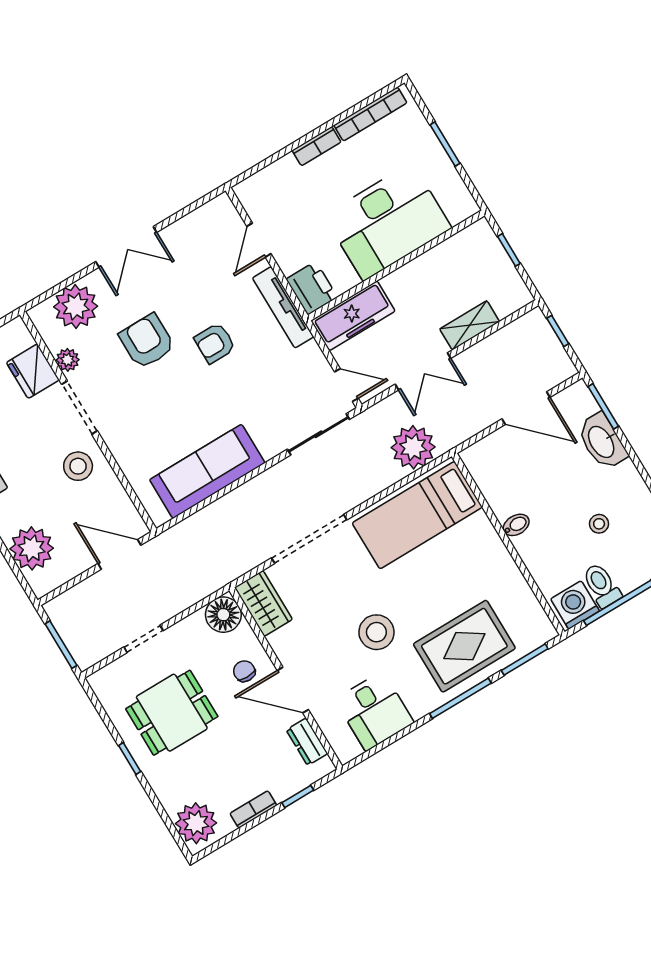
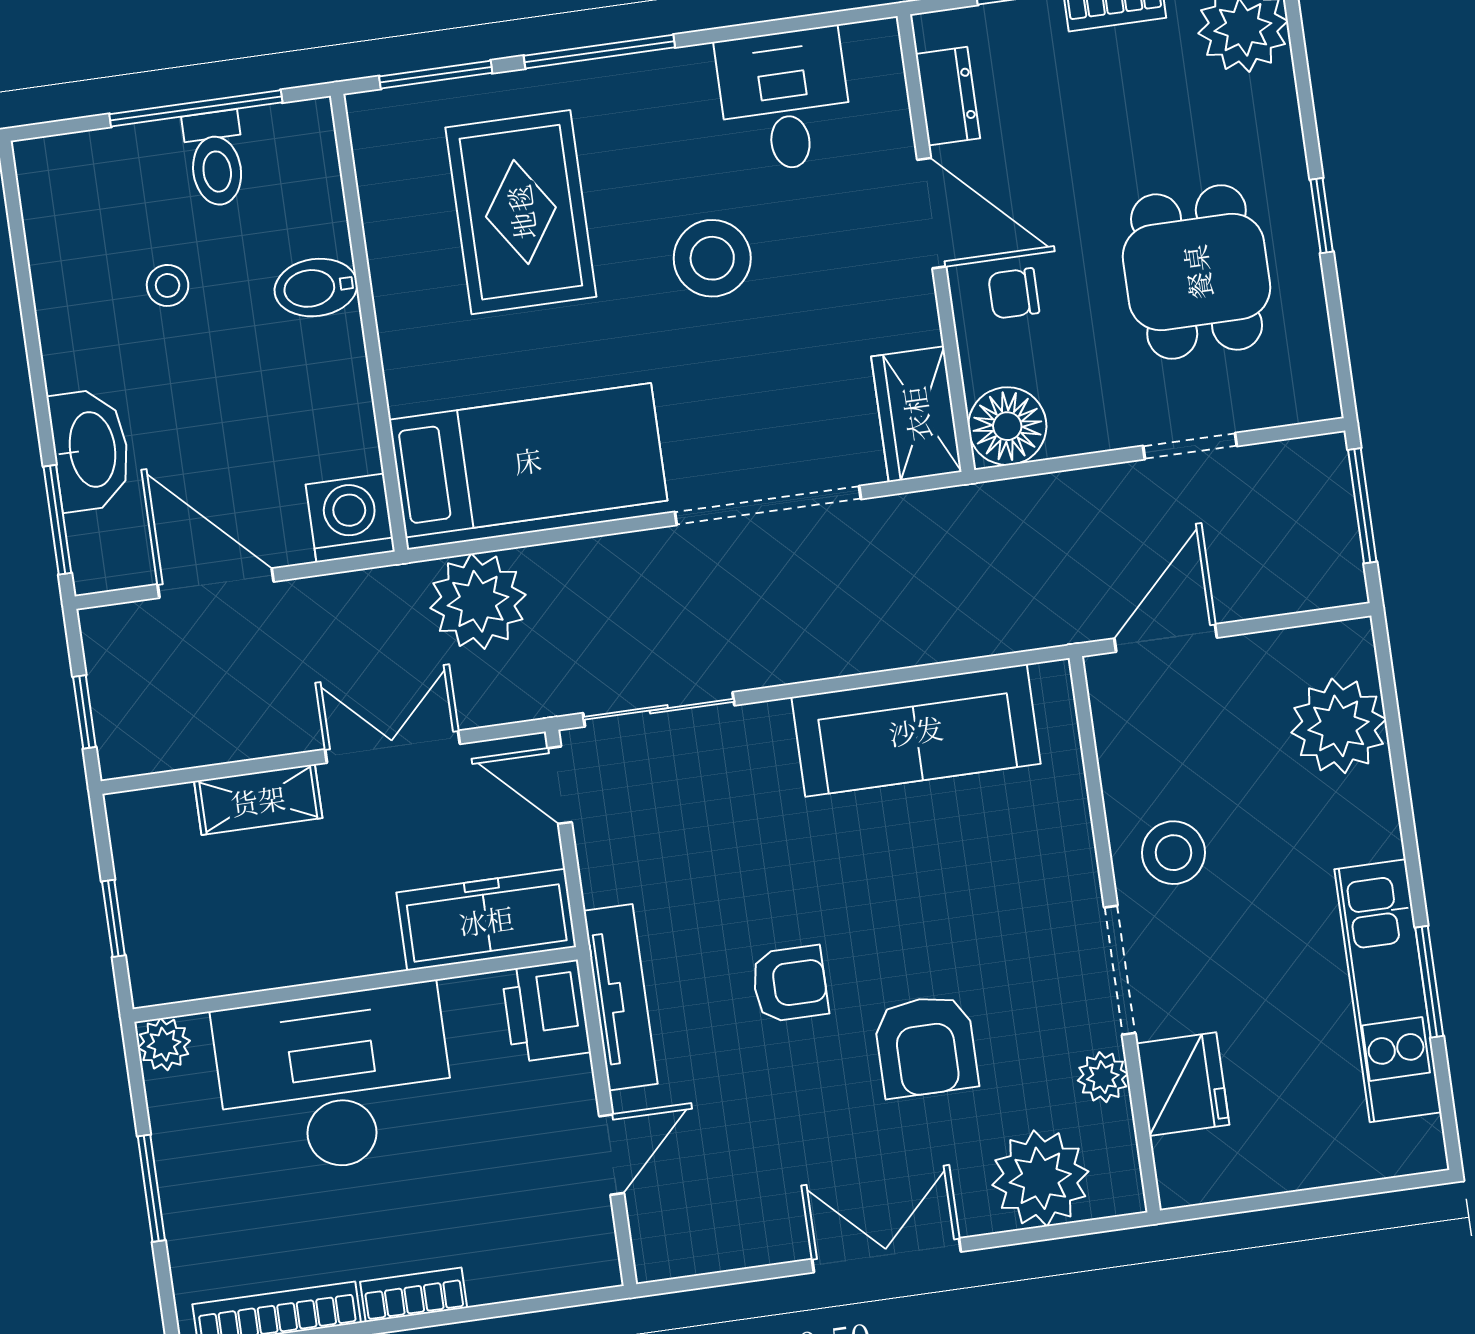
plant: (465, 206) -> (164, 1044), added
bidet: (516, 525) -> (316, 288), moved, width x1.38, depth x1.36
door: (120, 554) -> (1166, 638), swing flipped
washing machine: (575, 605) -> (350, 518), moved, turned 180
rug: (464, 646) -> (521, 212), moved, turned 90
chair: (244, 671) -> (1014, 293), turned 90
dining table: (172, 713) -> (1197, 272), turned 90

